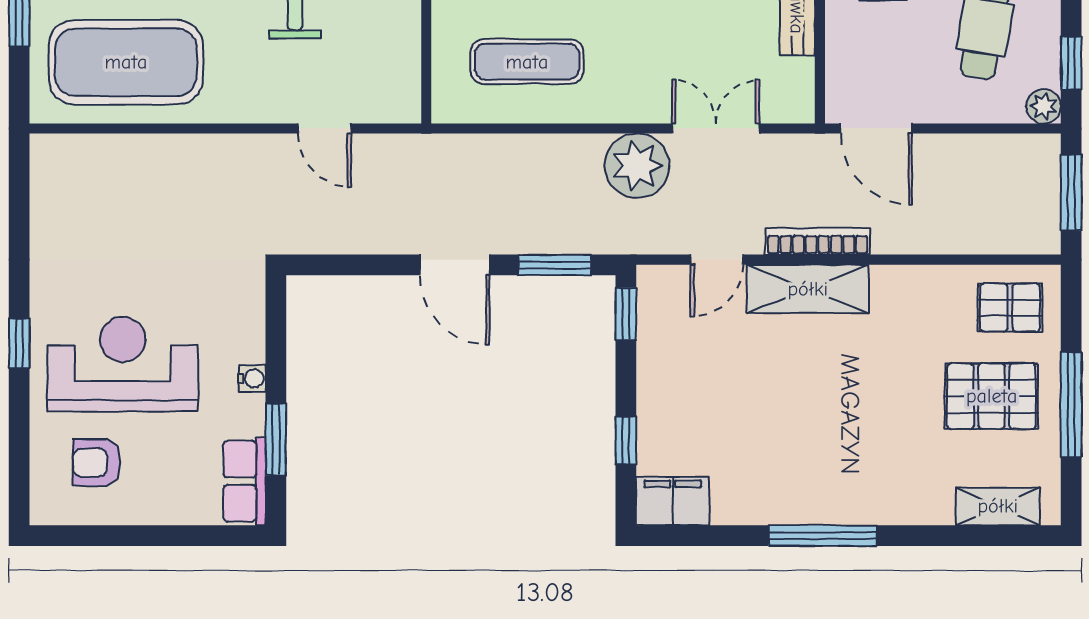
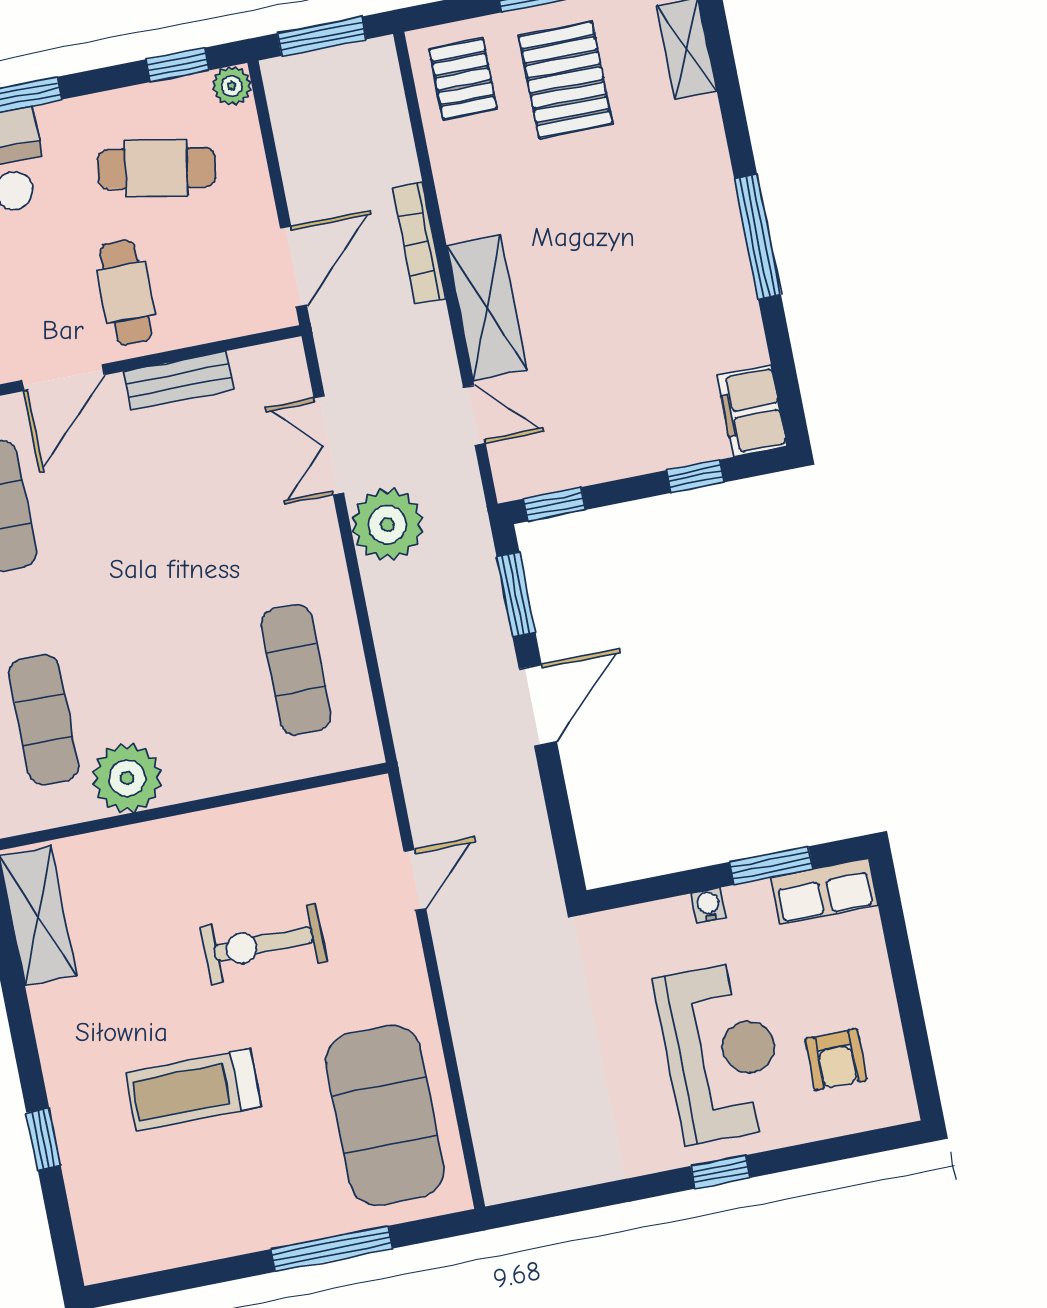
bookcase: (817, 241) -> (419, 243), moved
reception desk: (123, 364) -> (721, 1052), turned 180

